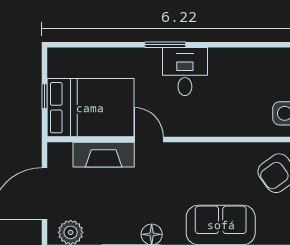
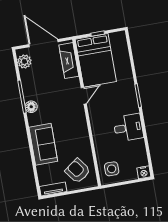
desk: (185, 72) -> (128, 128), moved
fireplace: (104, 155) -> (69, 61), moved

